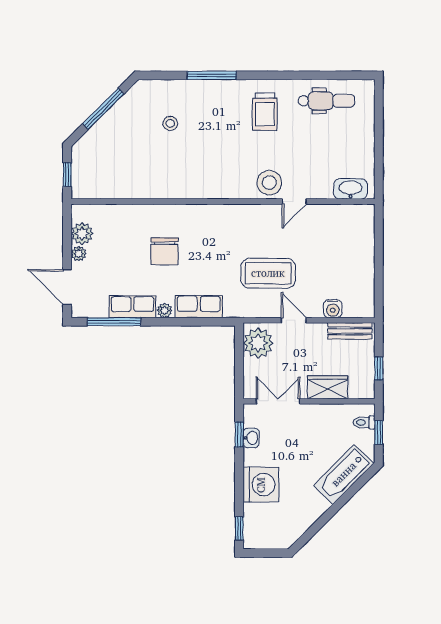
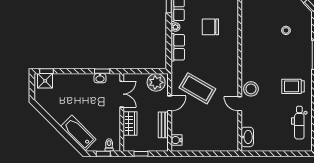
coffee table: (268, 273) -> (197, 88), turned -60
water cooler: (333, 309) -> (176, 140), moved
bench: (350, 331) -> (163, 125), moved
washing machine: (261, 485) -> (72, 84), removed
shower: (256, 531) -> (45, 81), added

